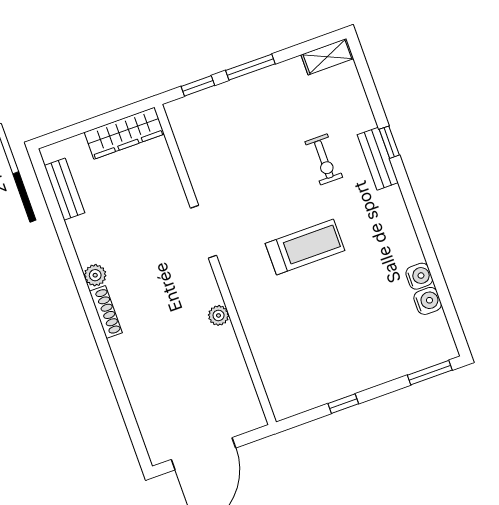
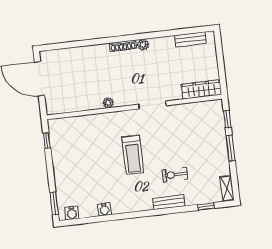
wardrobe: (124, 133) -> (201, 90), moved, turned 90
window: (389, 142) -> (206, 206), moved
water cooler: (428, 301) -> (72, 213), moved
window: (343, 404) -> (47, 141), moved

